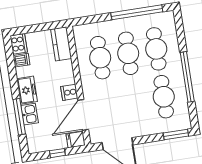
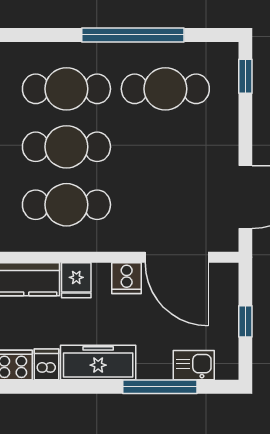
freezer: (27, 90) -> (98, 363), width x1.40
kitchen sink: (30, 114) -> (194, 365), moved
window: (176, 135) -> (245, 76), width x0.67
fridge: (76, 140) -> (76, 280), moved

